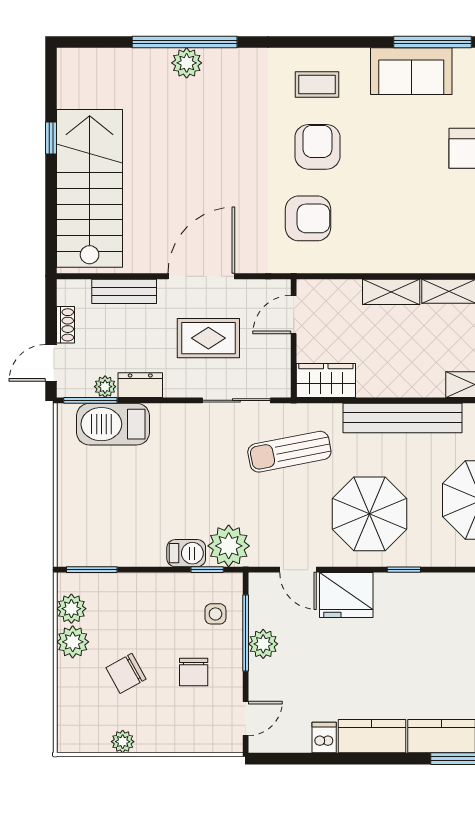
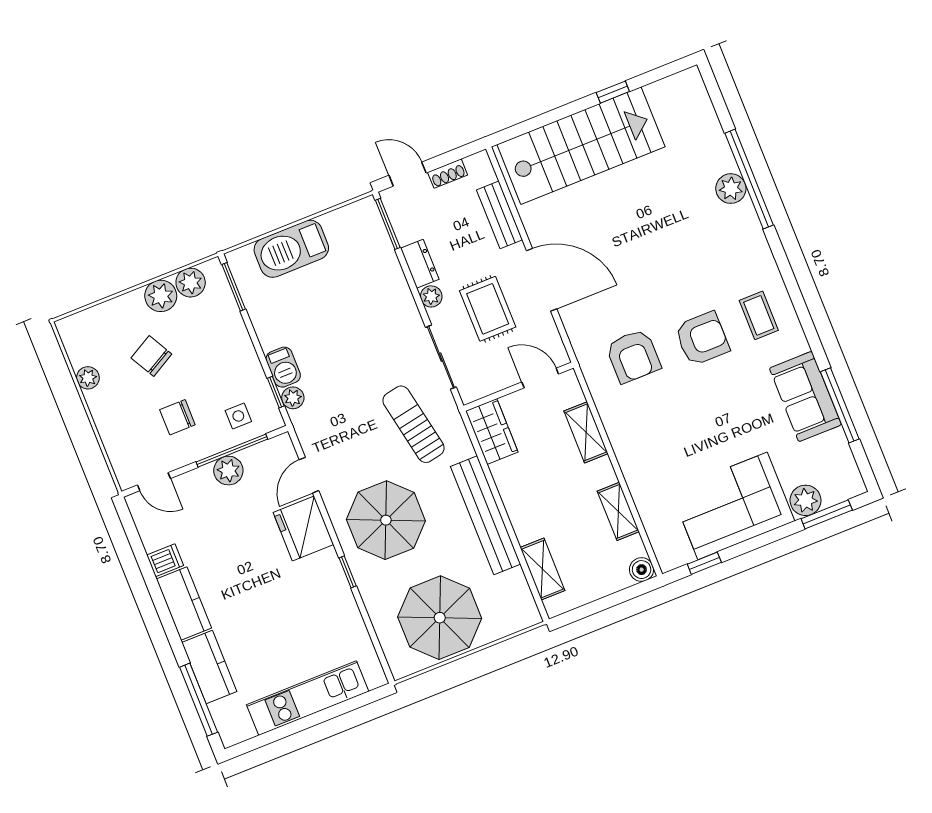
shelving: (391, 292) -> (586, 432), moved
plant: (105, 387) -> (431, 296), moved
barbecue: (113, 424) -> (291, 249), moved, turned -90
plant: (229, 546) -> (293, 398), width x0.53, depth x0.53

